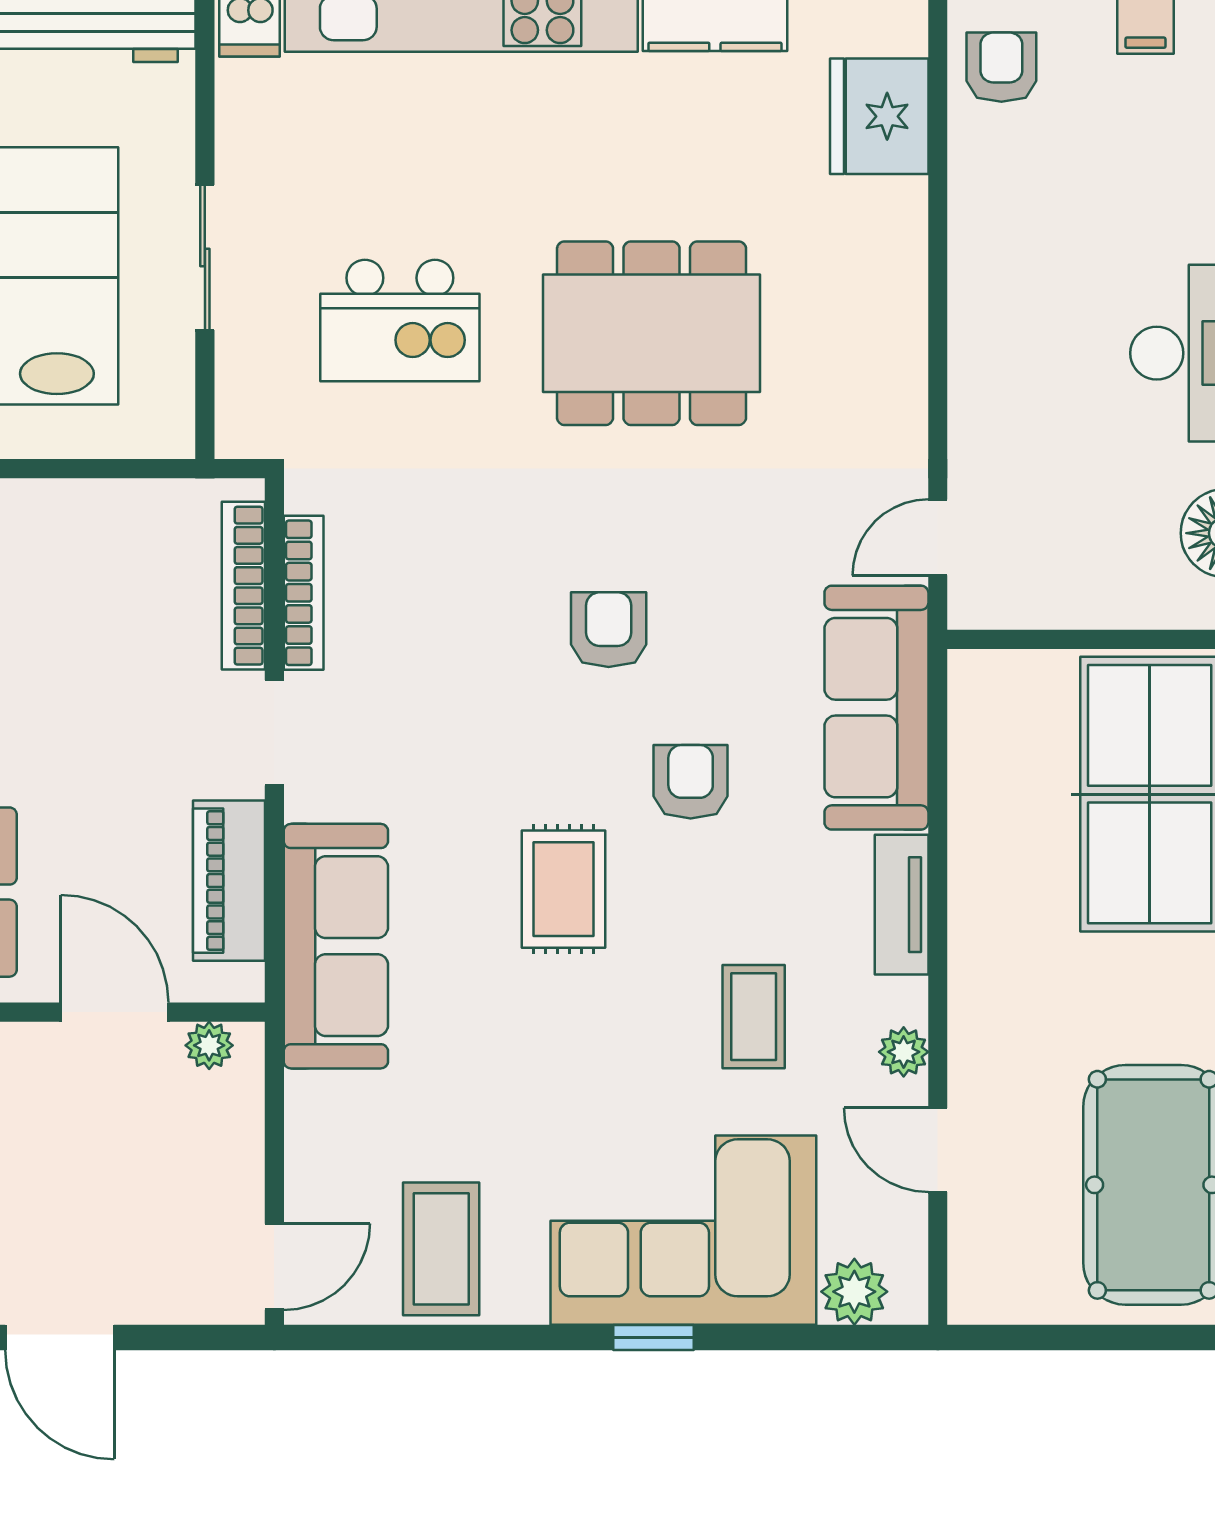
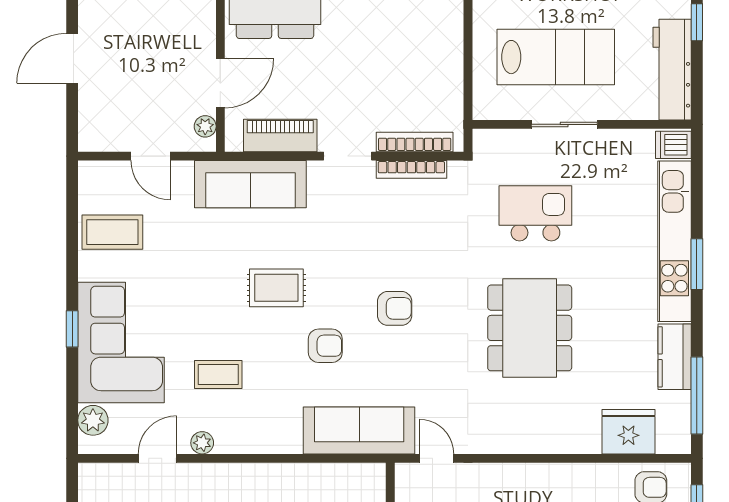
kitchen island: (400, 321) -> (535, 213), turned 90
tv unit: (902, 905) -> (269, 442), removed
door: (274, 1267) -> (151, 156), moved

